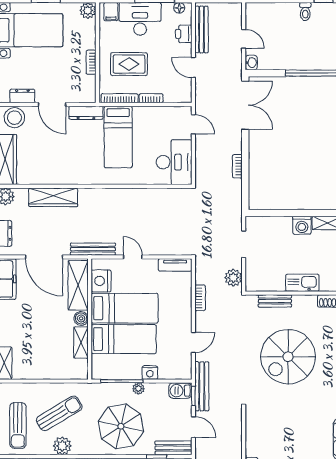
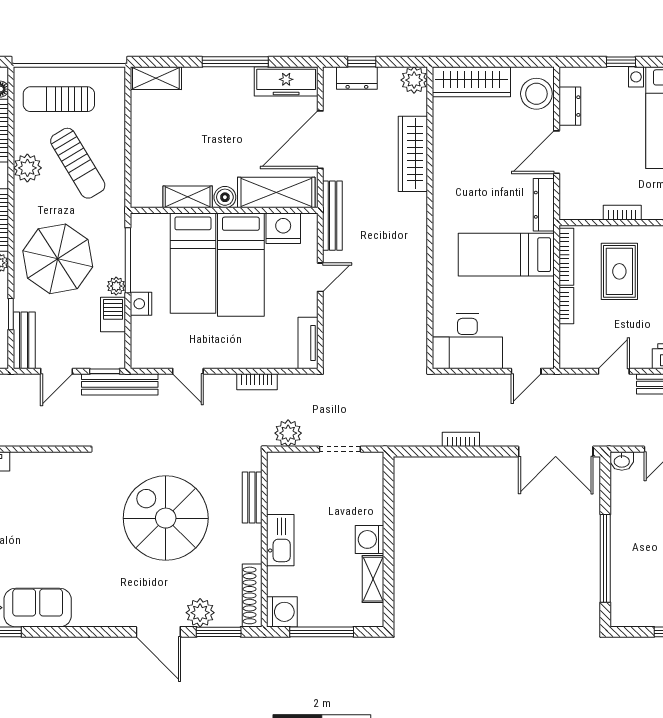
barbecue: (180, 391) -> (113, 315), moved

